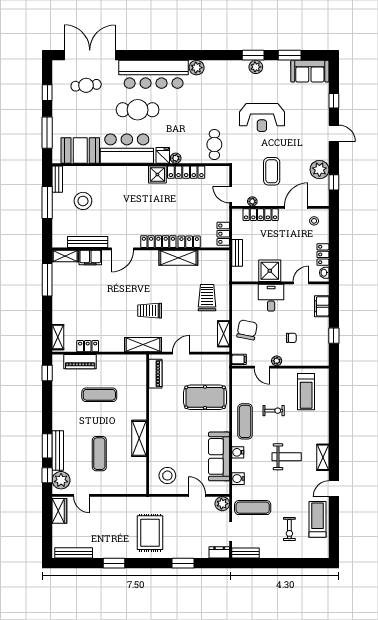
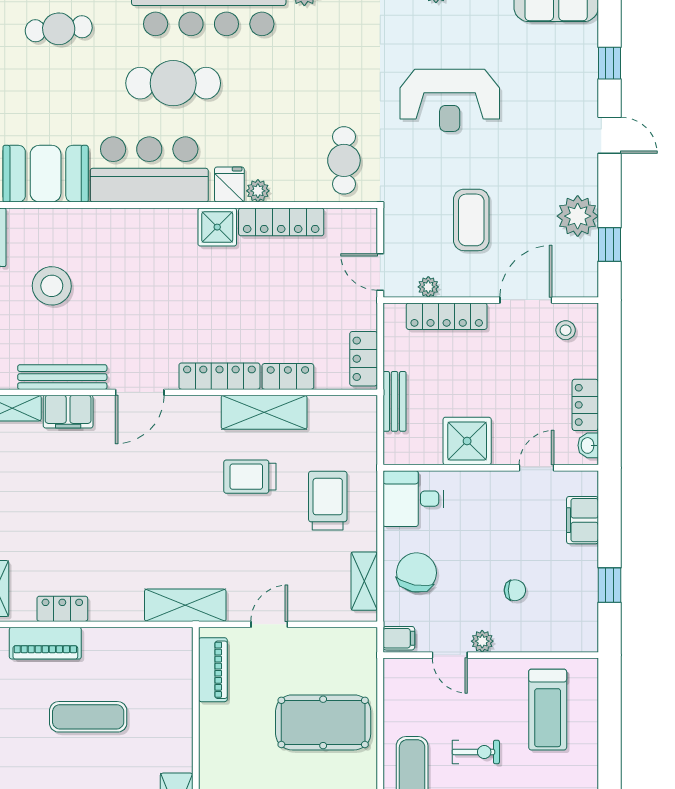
desk: (271, 298) -> (413, 499), moved, turned -90
trolley: (150, 311) -> (250, 477), moved

